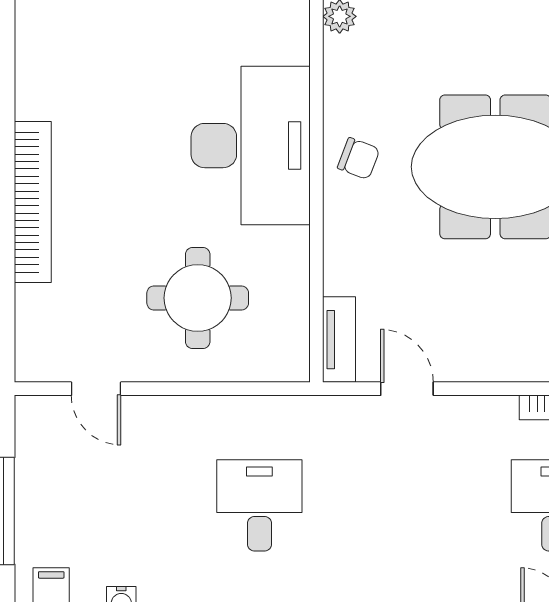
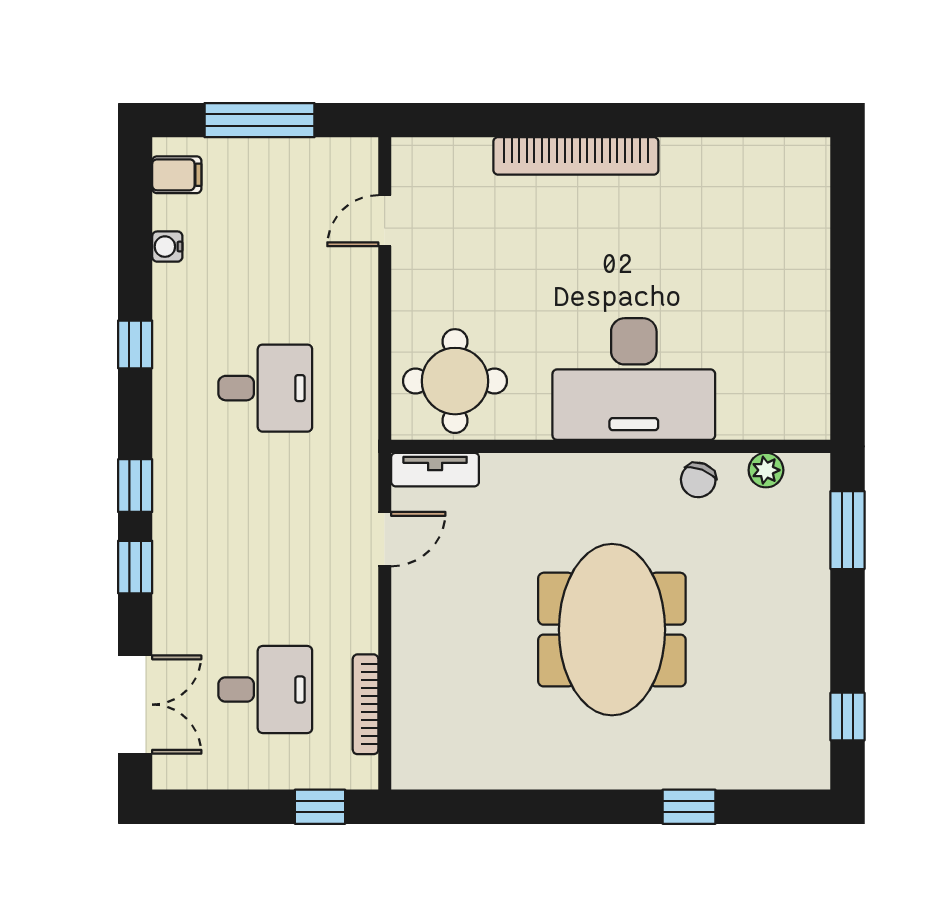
chair: (359, 159) -> (698, 480), moved
round table: (198, 298) -> (455, 381), moved

